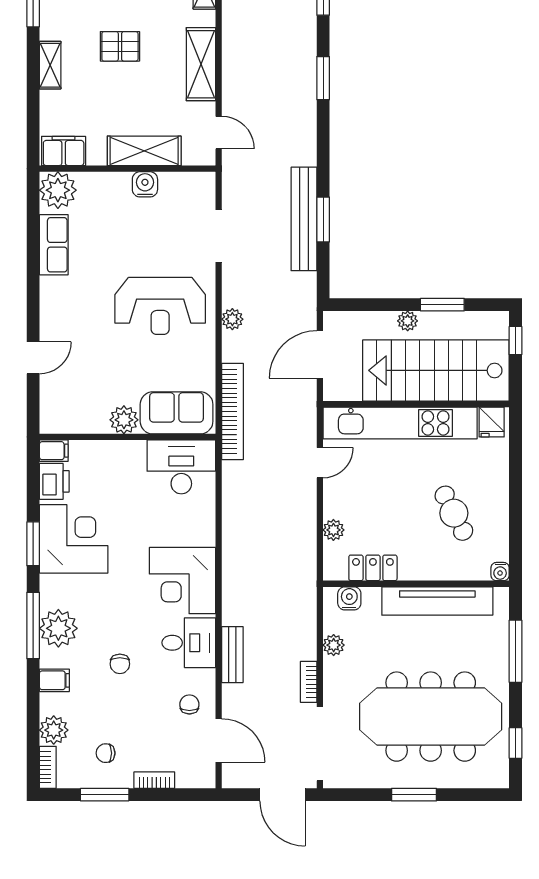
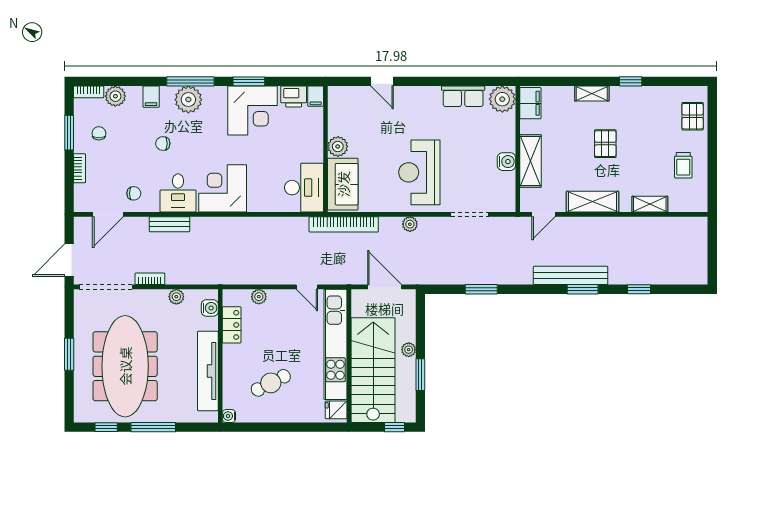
bench: (304, 219) -> (571, 275), moved
window: (516, 651) -> (153, 427), moved

